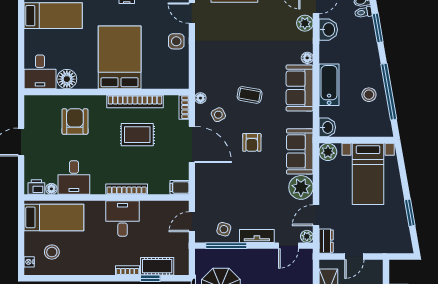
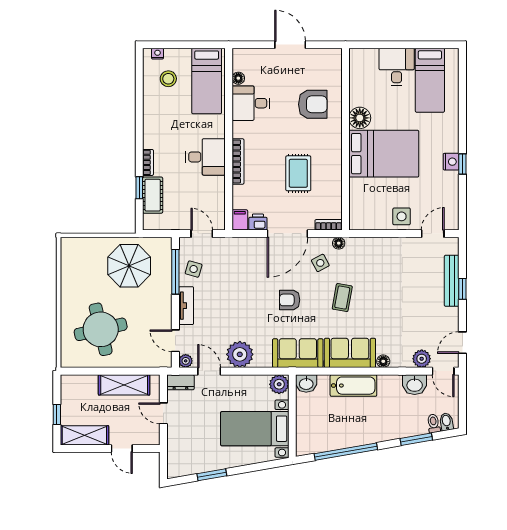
desk: (40, 72) -> (397, 67), moved, turned 90
floor lamp: (67, 79) -> (360, 118), moved
stool: (369, 95) -> (343, 430), removed
bookcase: (135, 101) -> (335, 171), removed
sofa: (300, 151) -> (298, 353), moved
printer: (36, 187) -> (258, 222), moved, turned -90

